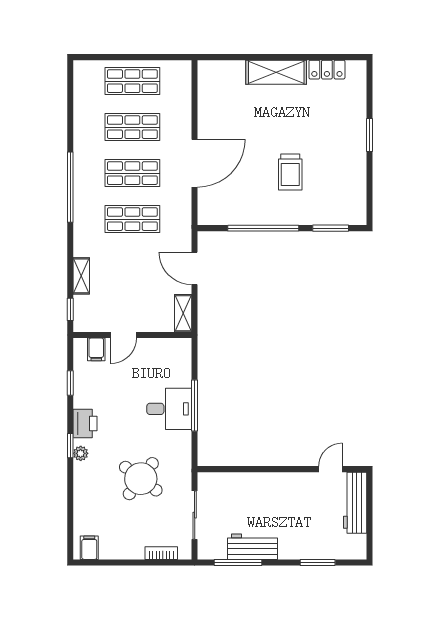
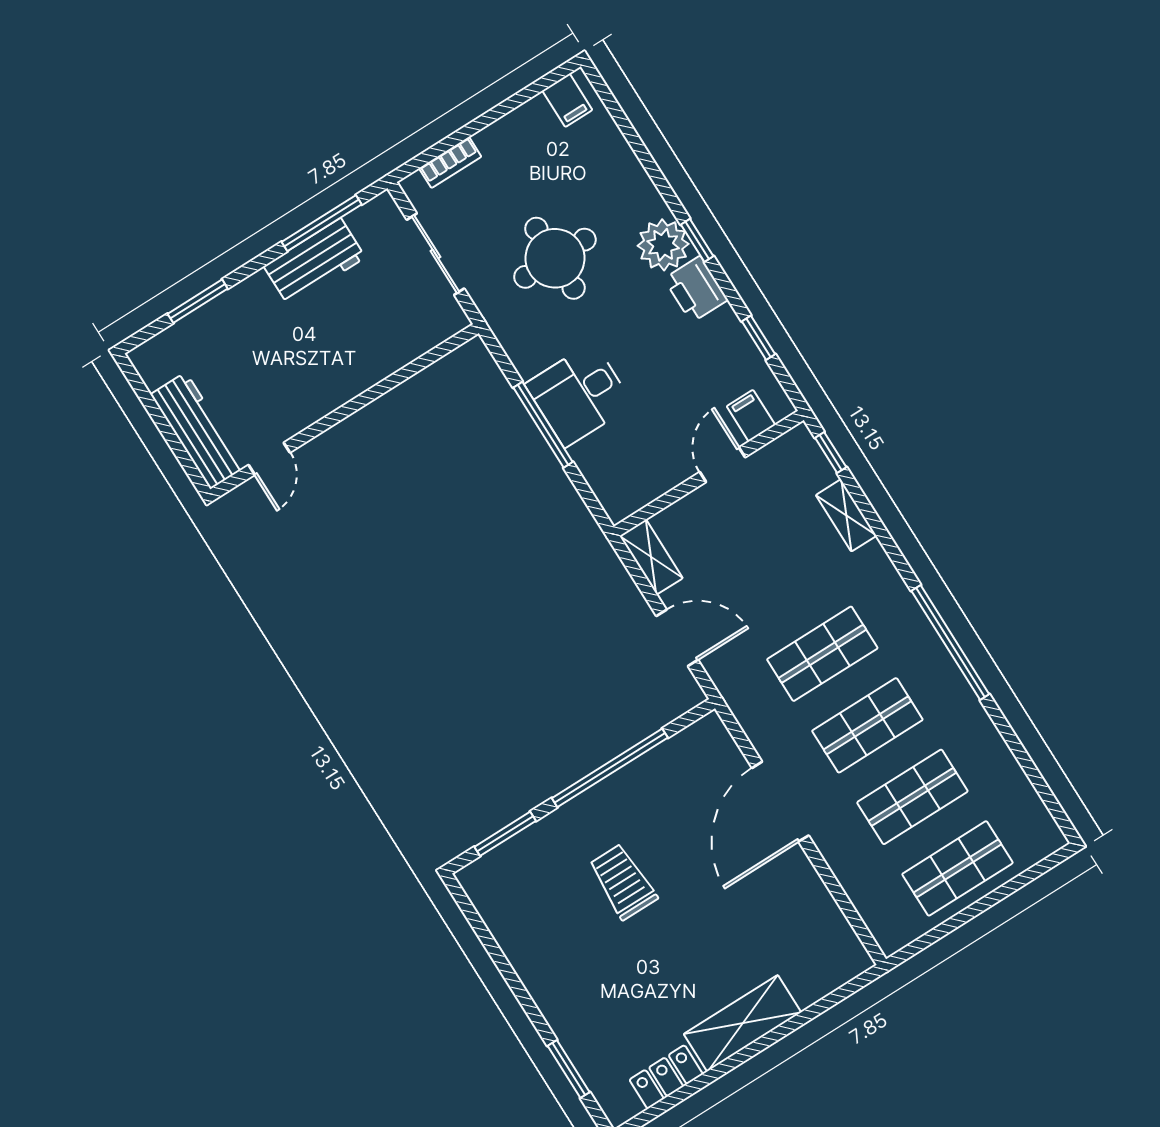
window: (369, 135) -> (569, 1069), moved
plant: (81, 453) -> (663, 245), width x1.87, depth x1.87
round table: (141, 479) -> (555, 258), turned -37

